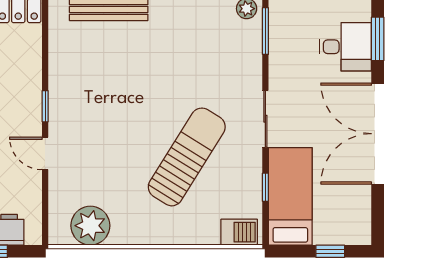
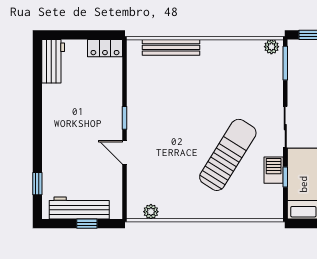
plant: (90, 226) -> (151, 212), width x0.53, depth x0.53
barbecue: (239, 232) -> (274, 170), moved, turned -90

